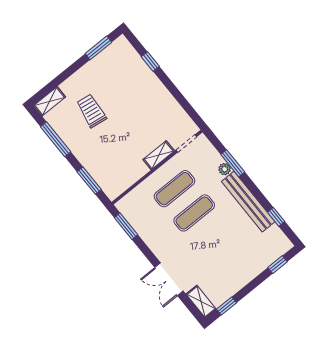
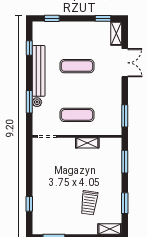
window: (56, 139) -> (125, 203), width x0.69
shelving: (159, 155) -> (87, 143), moved
exercise mat: (194, 213) -> (77, 66), moved

